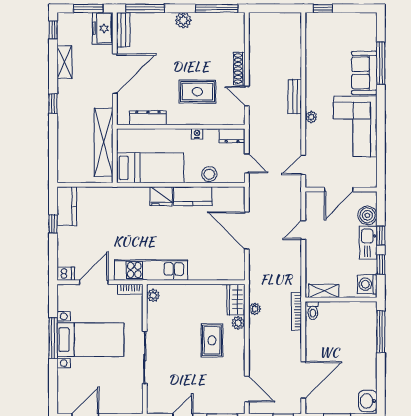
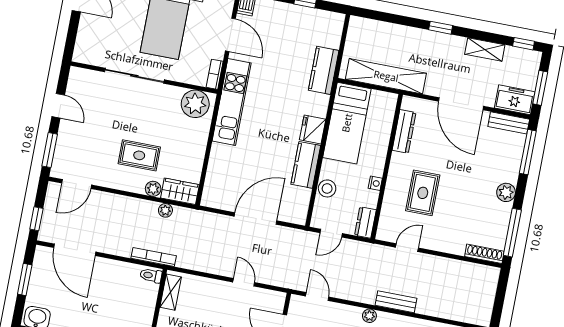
shoe rack: (239, 68) -> (484, 254), moved
kitchen counter: (67, 206) -> (324, 70), moved, turned 90
plant: (153, 295) -> (195, 104), width x1.88, depth x1.88

